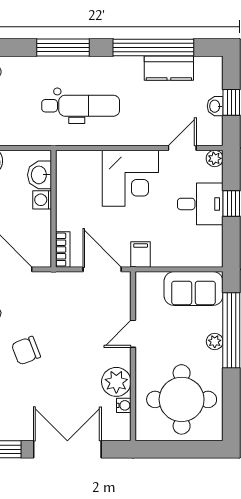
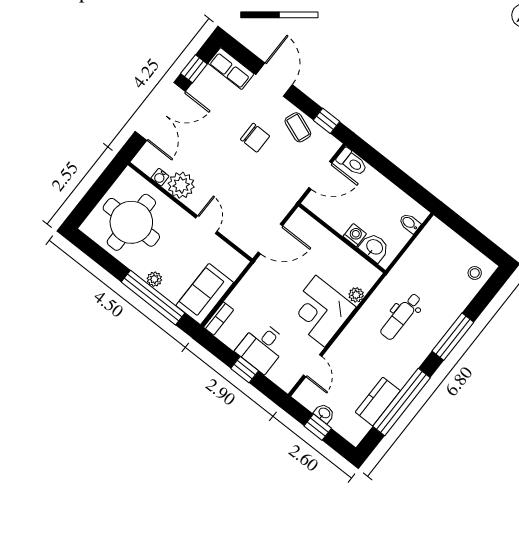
dental chair: (81, 106) -> (401, 316), width x0.73, depth x0.72
plant: (215, 158) -> (356, 295), moved
bookcase: (63, 249) -> (219, 319), moved, turned -90
filing cabinet: (141, 254) -> (259, 275), removed
chair: (26, 351) -> (255, 138), turned 111

